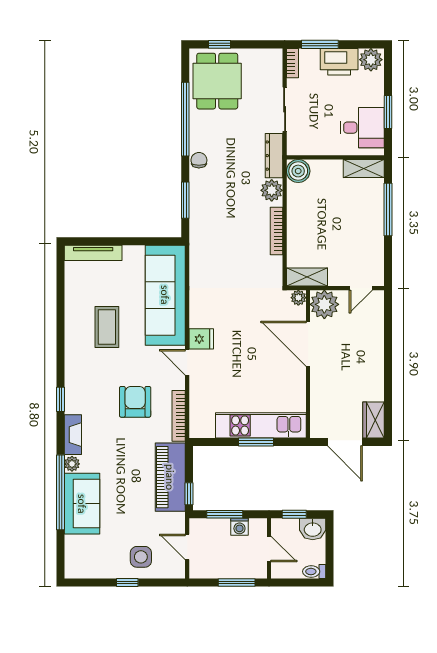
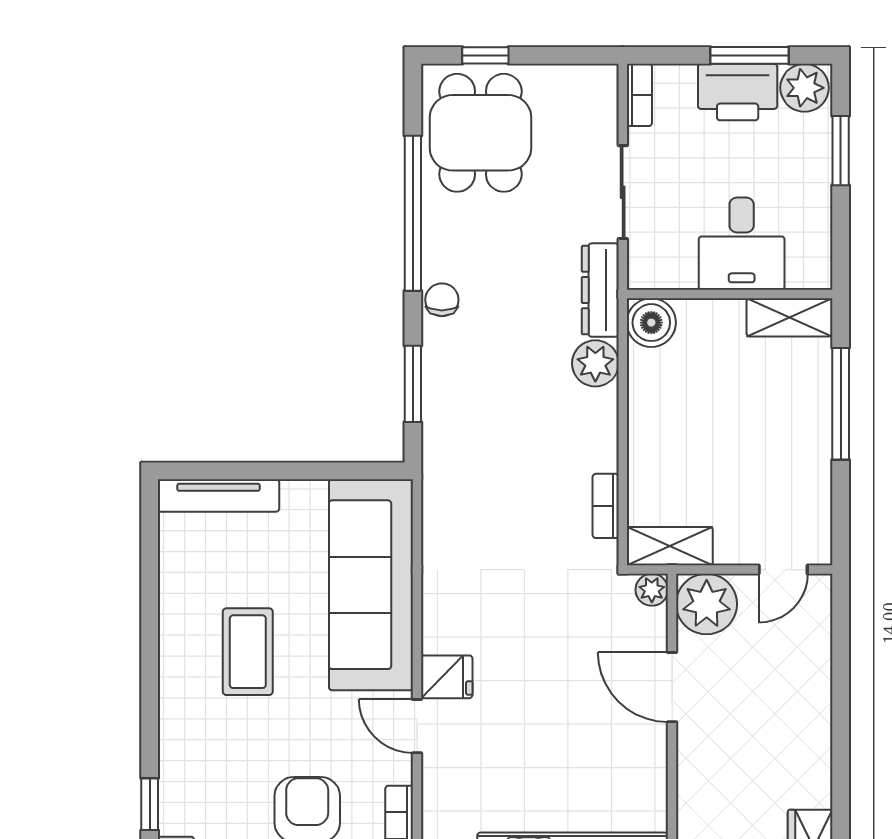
window: (320, 44) -> (749, 55), moved
window: (388, 112) -> (841, 151), moved
desk: (362, 128) -> (742, 244), moved, turned 90
bookcase: (277, 231) -> (606, 506), moved, width x0.64
door: (308, 344) -> (672, 687), width x0.73

